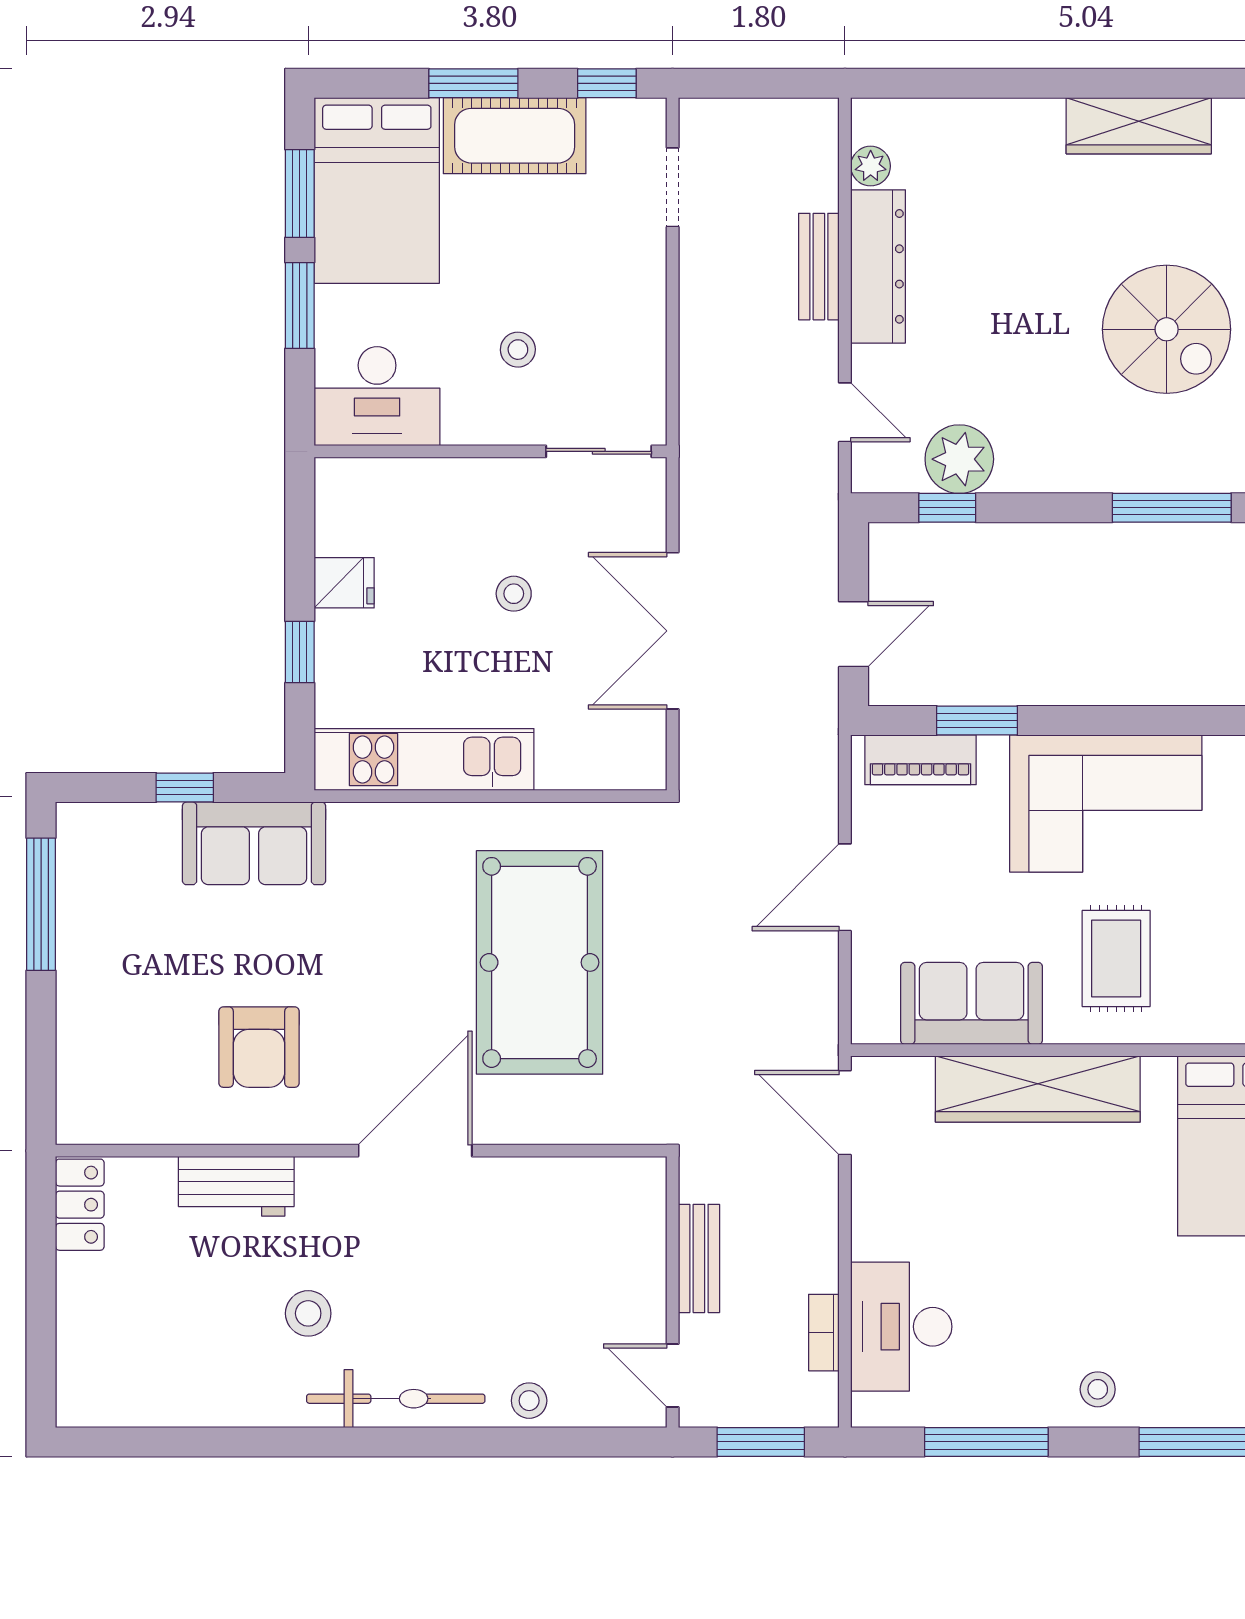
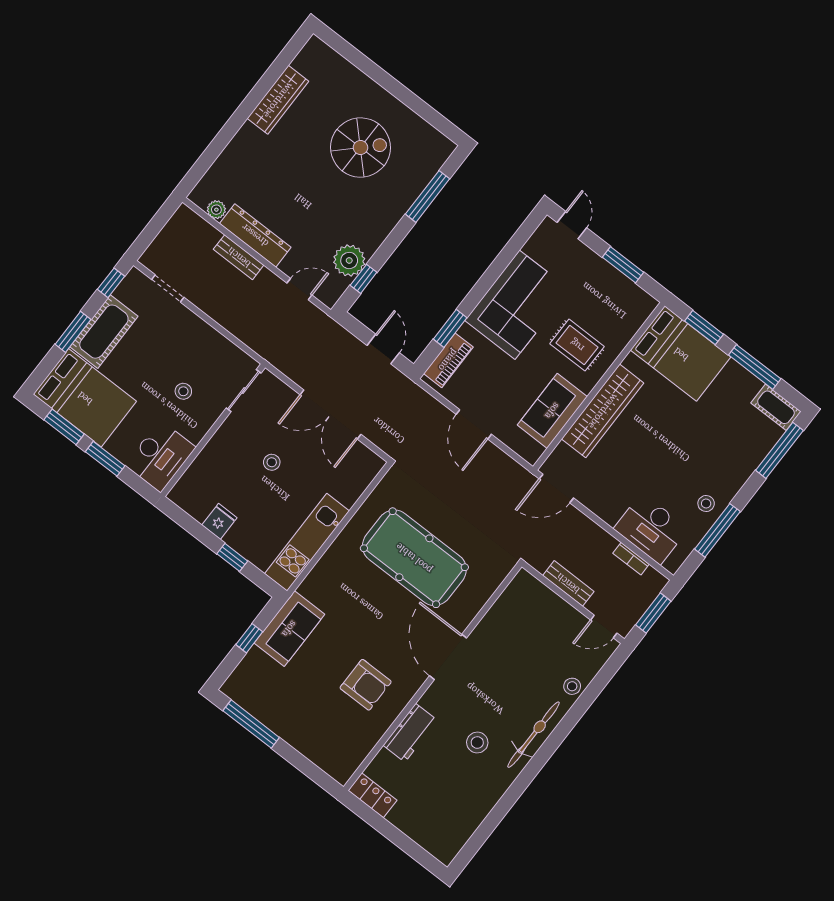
stool: (1098, 1389) -> (706, 503), moved

